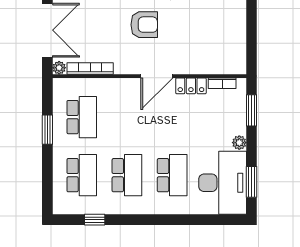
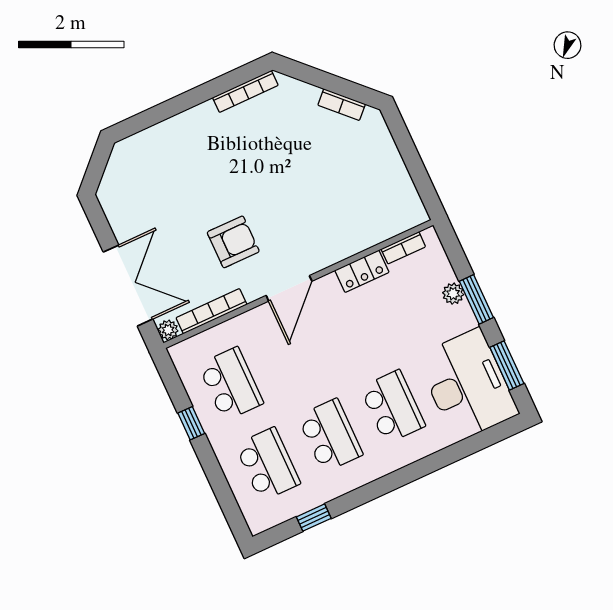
armchair: (144, 25) -> (233, 242), moved
door: (157, 76) -> (289, 288), moved
window: (252, 110) -> (476, 299), moved
window: (47, 130) -> (191, 423), width x0.67
plant: (239, 143) -> (453, 294), moved

